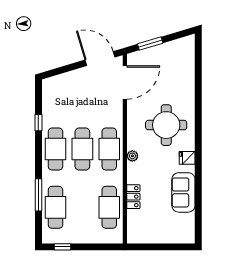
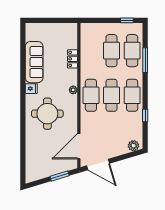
plant: (54, 83) -> (133, 146), added
sofa: (183, 192) -> (34, 62), width x1.36
cafe table: (109, 207) -> (112, 51), moved

